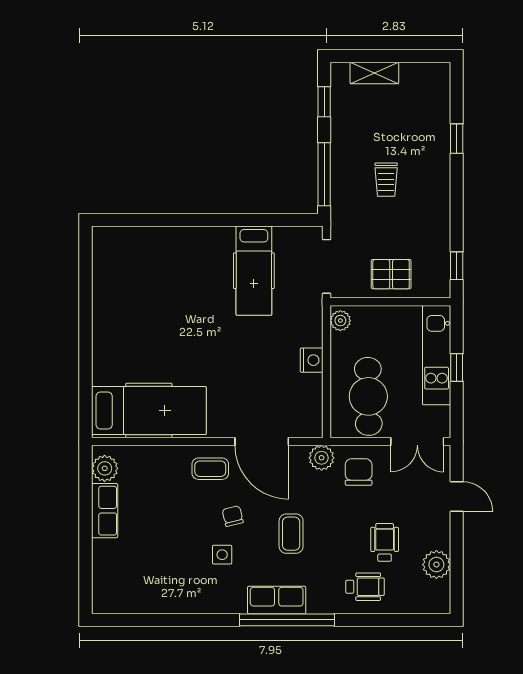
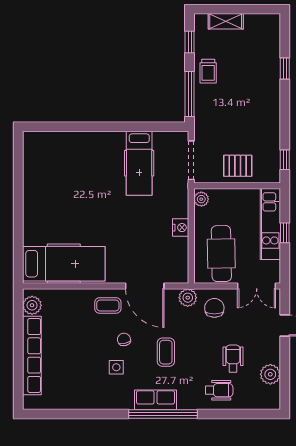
trolley: (386, 180) -> (208, 71), moved
row of seats: (105, 511) -> (32, 355), width x2.02

